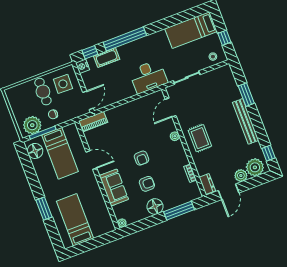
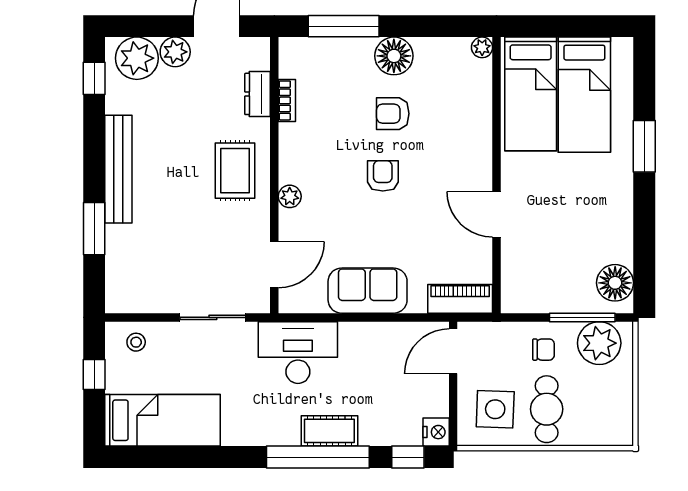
cot: (107, 58) -> (329, 431), moved
bed: (60, 153) -> (531, 94), moved, turned 180
dresser: (207, 184) -> (258, 94), moved
sofa: (114, 187) -> (368, 291), moved, turned 90

